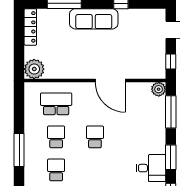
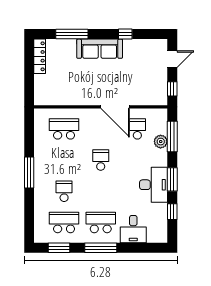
plant: (34, 69) -> (43, 96), removed
plant: (159, 89) -> (161, 142), moved
school desk: (56, 137) -> (137, 129), moved
desk: (151, 168) -> (154, 185), width x1.37

